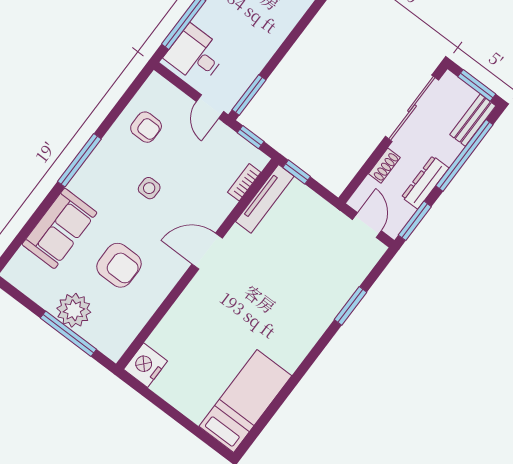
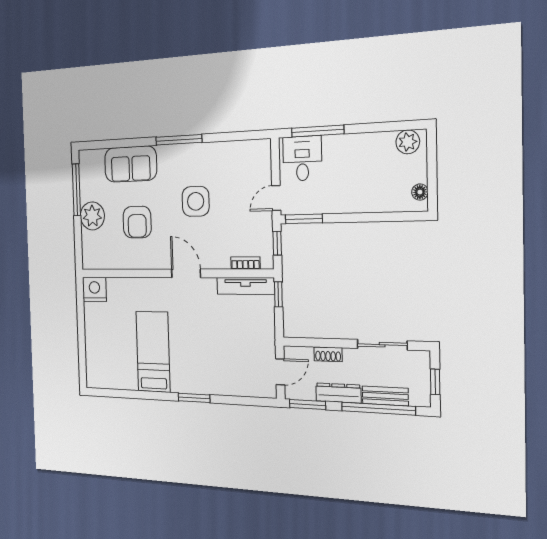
window: (477, 85) -> (435, 382), width x0.67
sliding door: (412, 108) -> (382, 345), width x0.73
bench: (473, 120) -> (385, 396), moved
armchair: (146, 127) -> (231, 166), removed
side table: (149, 188) -> (196, 201), width x1.87, depth x1.87
window: (350, 306) -> (194, 398), moved
window: (68, 334) -> (76, 190), moved
bed: (245, 401) -> (153, 352), moved, turned -90

